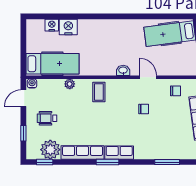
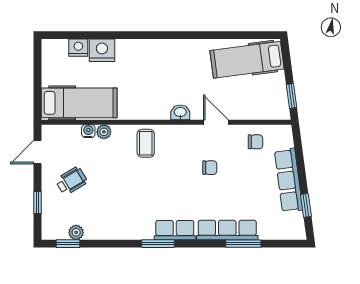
water cooler: (32, 83) -> (88, 131), moved
wheelchair: (47, 118) -> (71, 181), turned 149
plant: (50, 150) -> (76, 232), width x0.53, depth x0.53
row of seats: (83, 153) -> (227, 230), moved

